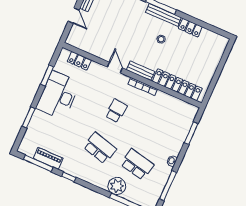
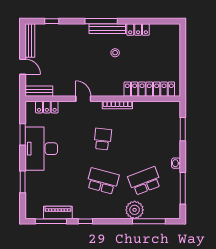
bench: (141, 71) -> (39, 91), moved
school desk: (137, 164) -> (145, 181), turned -33

